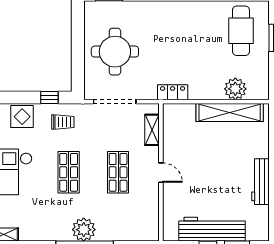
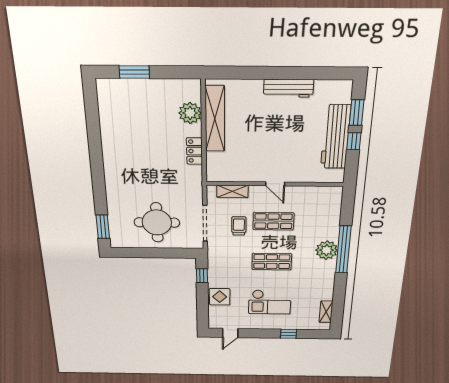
cafe table: (241, 31) -> (129, 107), removed
locker: (173, 92) -> (194, 151), moved
trolley: (63, 122) -> (239, 226), moved
door: (161, 173) -> (275, 184), swing flipped

